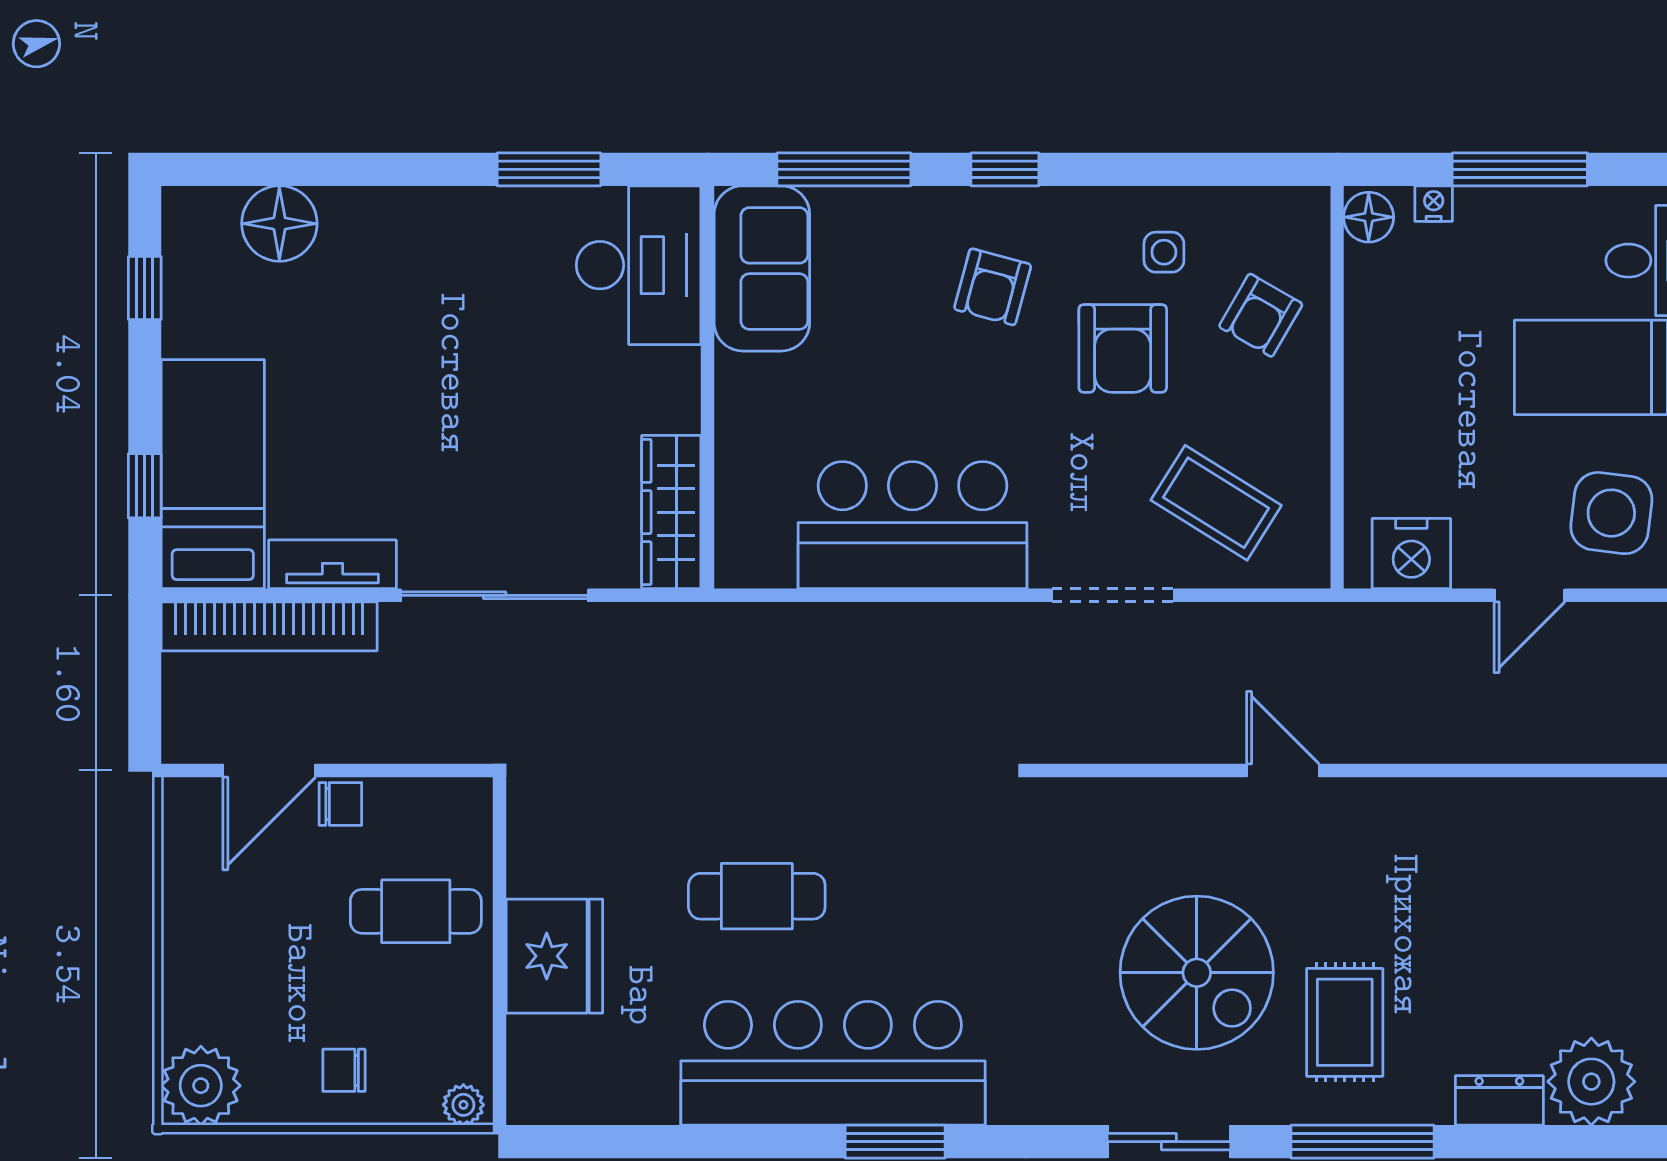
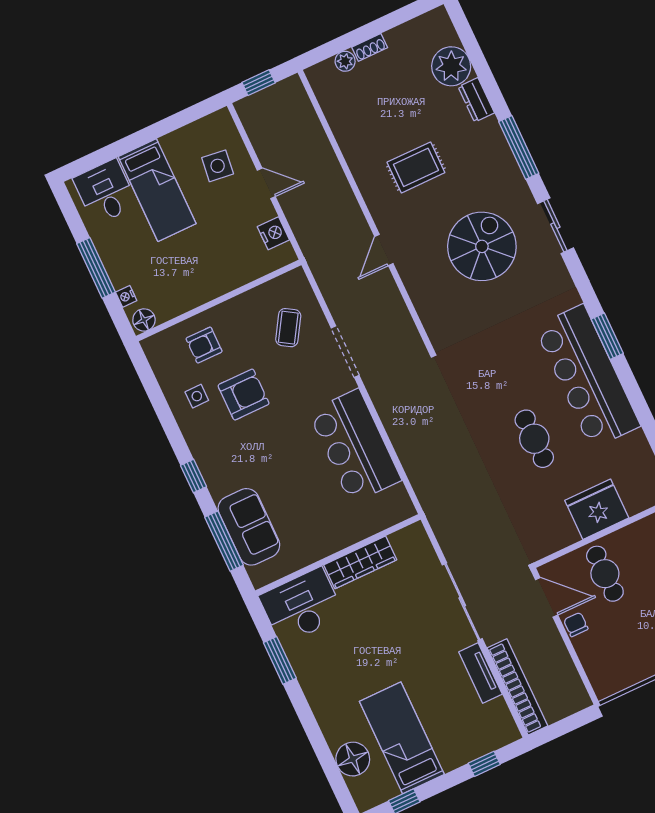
sofa: (762, 268) -> (249, 527), moved, turned 90
armchair: (993, 287) -> (243, 459), removed
armchair: (1261, 315) -> (204, 345), turned 150
bed: (213, 474) -> (402, 738), moved, turned 90
coffee table: (1216, 503) -> (288, 328), width x0.73, depth x0.77
wardrobe: (671, 512) -> (360, 562), moved
side table: (1611, 513) -> (218, 166), width x0.73, depth x0.73
nightstand: (1411, 554) -> (273, 233), width x0.74, depth x0.75
door: (269, 770) -> (547, 597), moved
rug: (1345, 1022) -> (416, 167), moved

